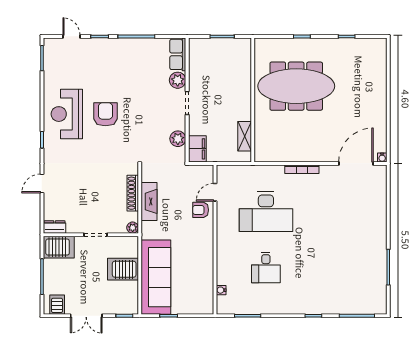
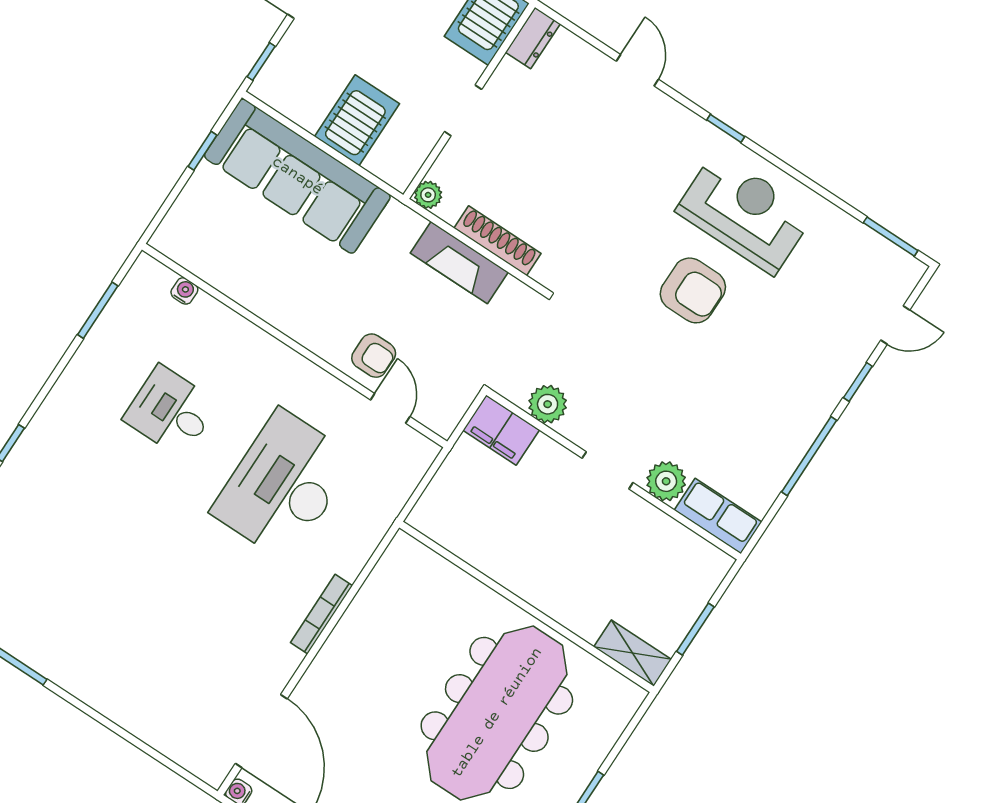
shelving: (245, 136) -> (633, 653), moved
armchair: (201, 210) -> (374, 356), turned 90

